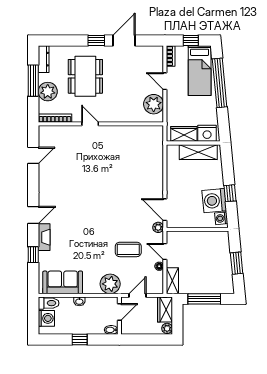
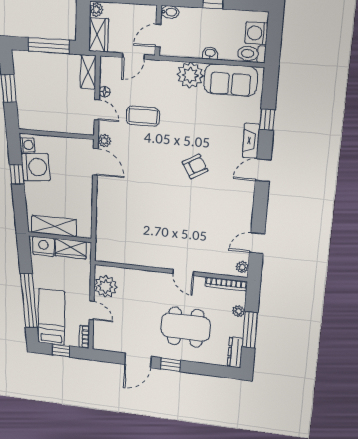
dining table: (85, 76) -> (186, 327), turned 90
plant: (48, 92) -> (239, 311), width x0.53, depth x0.53
plant: (43, 134) -> (242, 267), added
armchair: (86, 213) -> (195, 166), added
plant: (110, 284) -> (190, 75), moved

